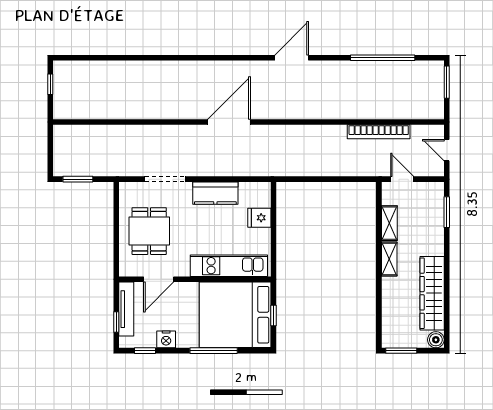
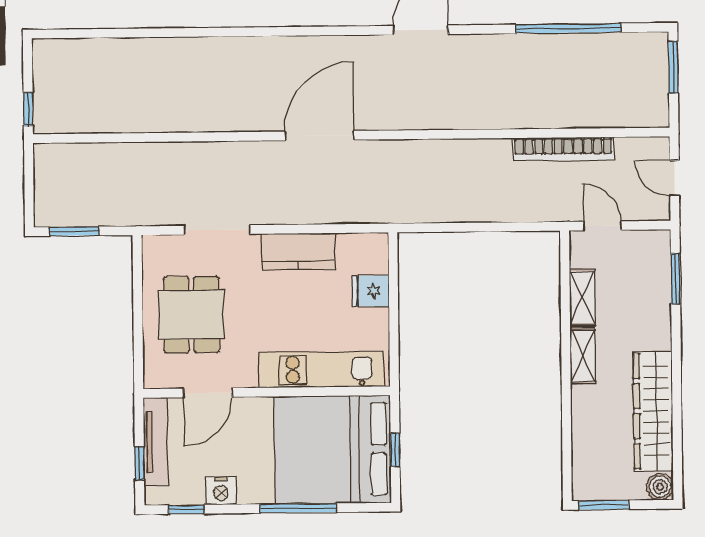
window: (50, 84) -> (28, 109), moved

